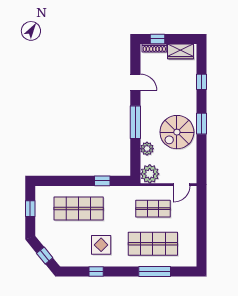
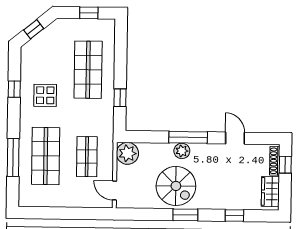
door: (135, 82) -> (235, 138), swing flipped
spiral stairs: (177, 132) -> (176, 186), turned 180
plant: (147, 149) -> (182, 151), moved

